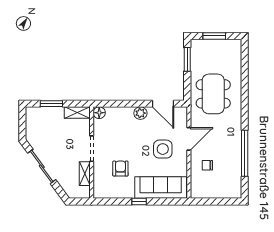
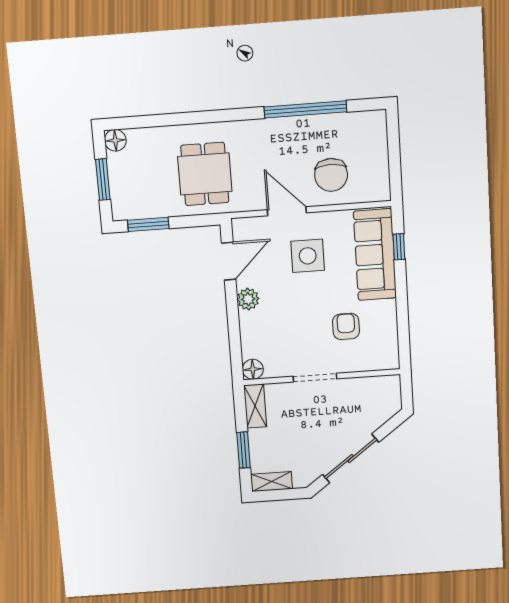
floor lamp: (235, 45) -> (115, 140), added
dining table: (213, 94) -> (205, 174), width x0.73
chair: (207, 165) -> (331, 175), width x1.87, depth x1.87
armchair: (120, 169) -> (346, 326), turned 90
shelving: (85, 174) -> (271, 482), moved
window: (139, 202) -> (399, 247), moved

